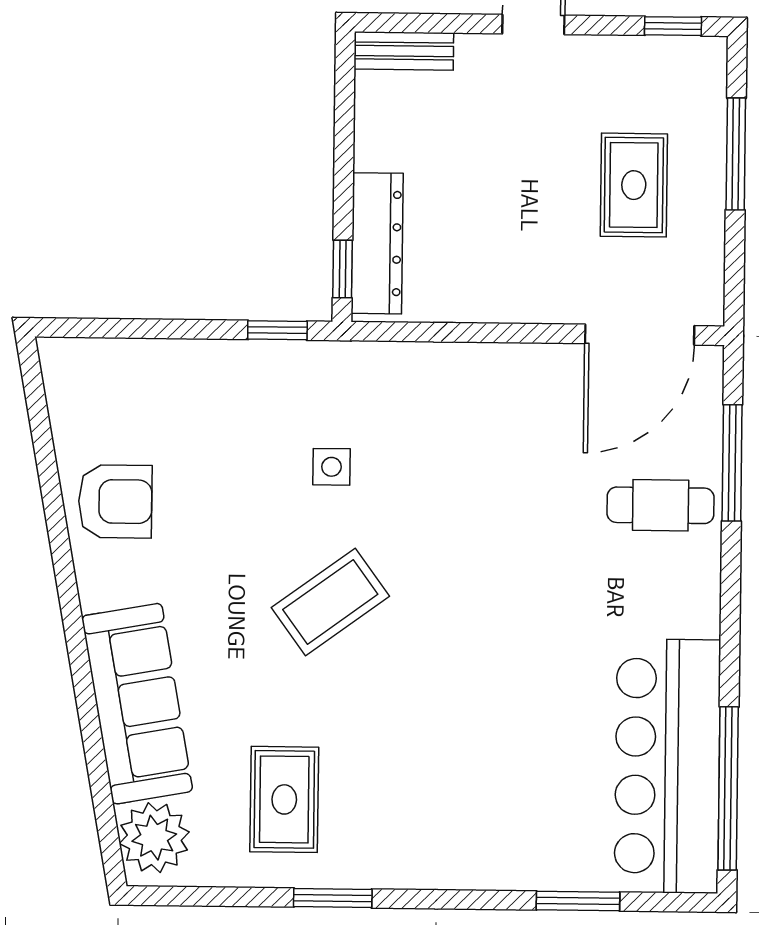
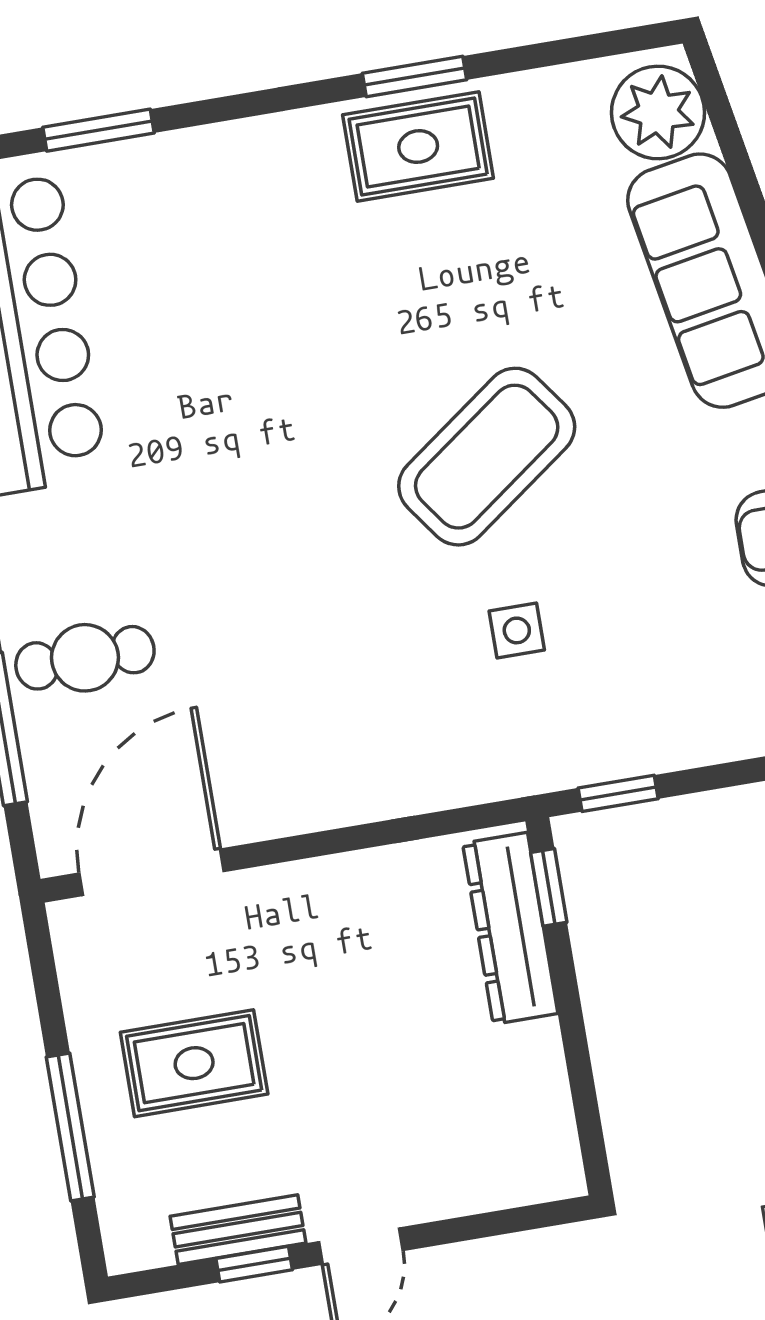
window: (673, 26) -> (254, 1264), moved
bench: (404, 51) -> (238, 1230), moved
rug: (634, 185) -> (194, 1063), turned 90
coffee table: (330, 602) -> (487, 457), width x1.36, depth x1.32
rug: (284, 799) -> (418, 147), moved, turned 90

